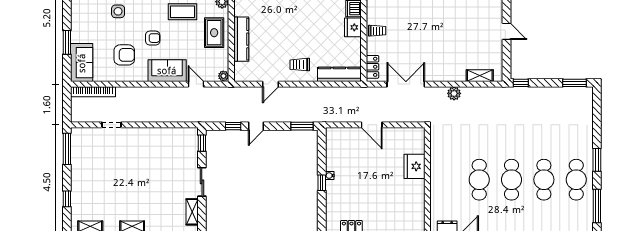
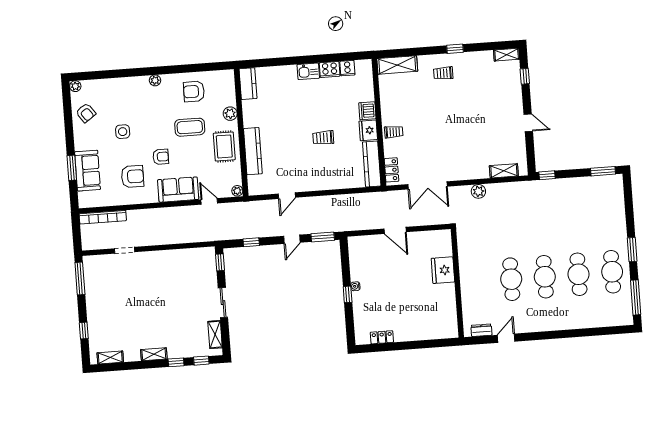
sofa: (82, 63) -> (88, 171), moved
trolley: (300, 65) -> (323, 138), moved
kitchen counter: (339, 74) -> (372, 164), moved, turned -90
double door: (406, 84) -> (428, 185), swing flipped
door: (256, 126) -> (292, 239), moved

